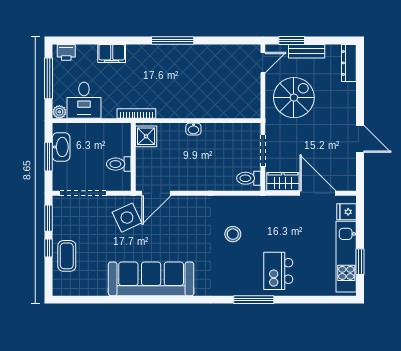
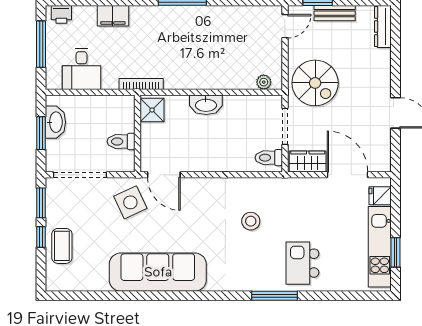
spiral stairs: (294, 98) -> (315, 83), moved, turned 90
plant: (59, 112) -> (264, 82), moved
washbasin: (193, 129) -> (206, 105), width x1.91, depth x1.45
door: (156, 193) -> (164, 175), hinge flipped

